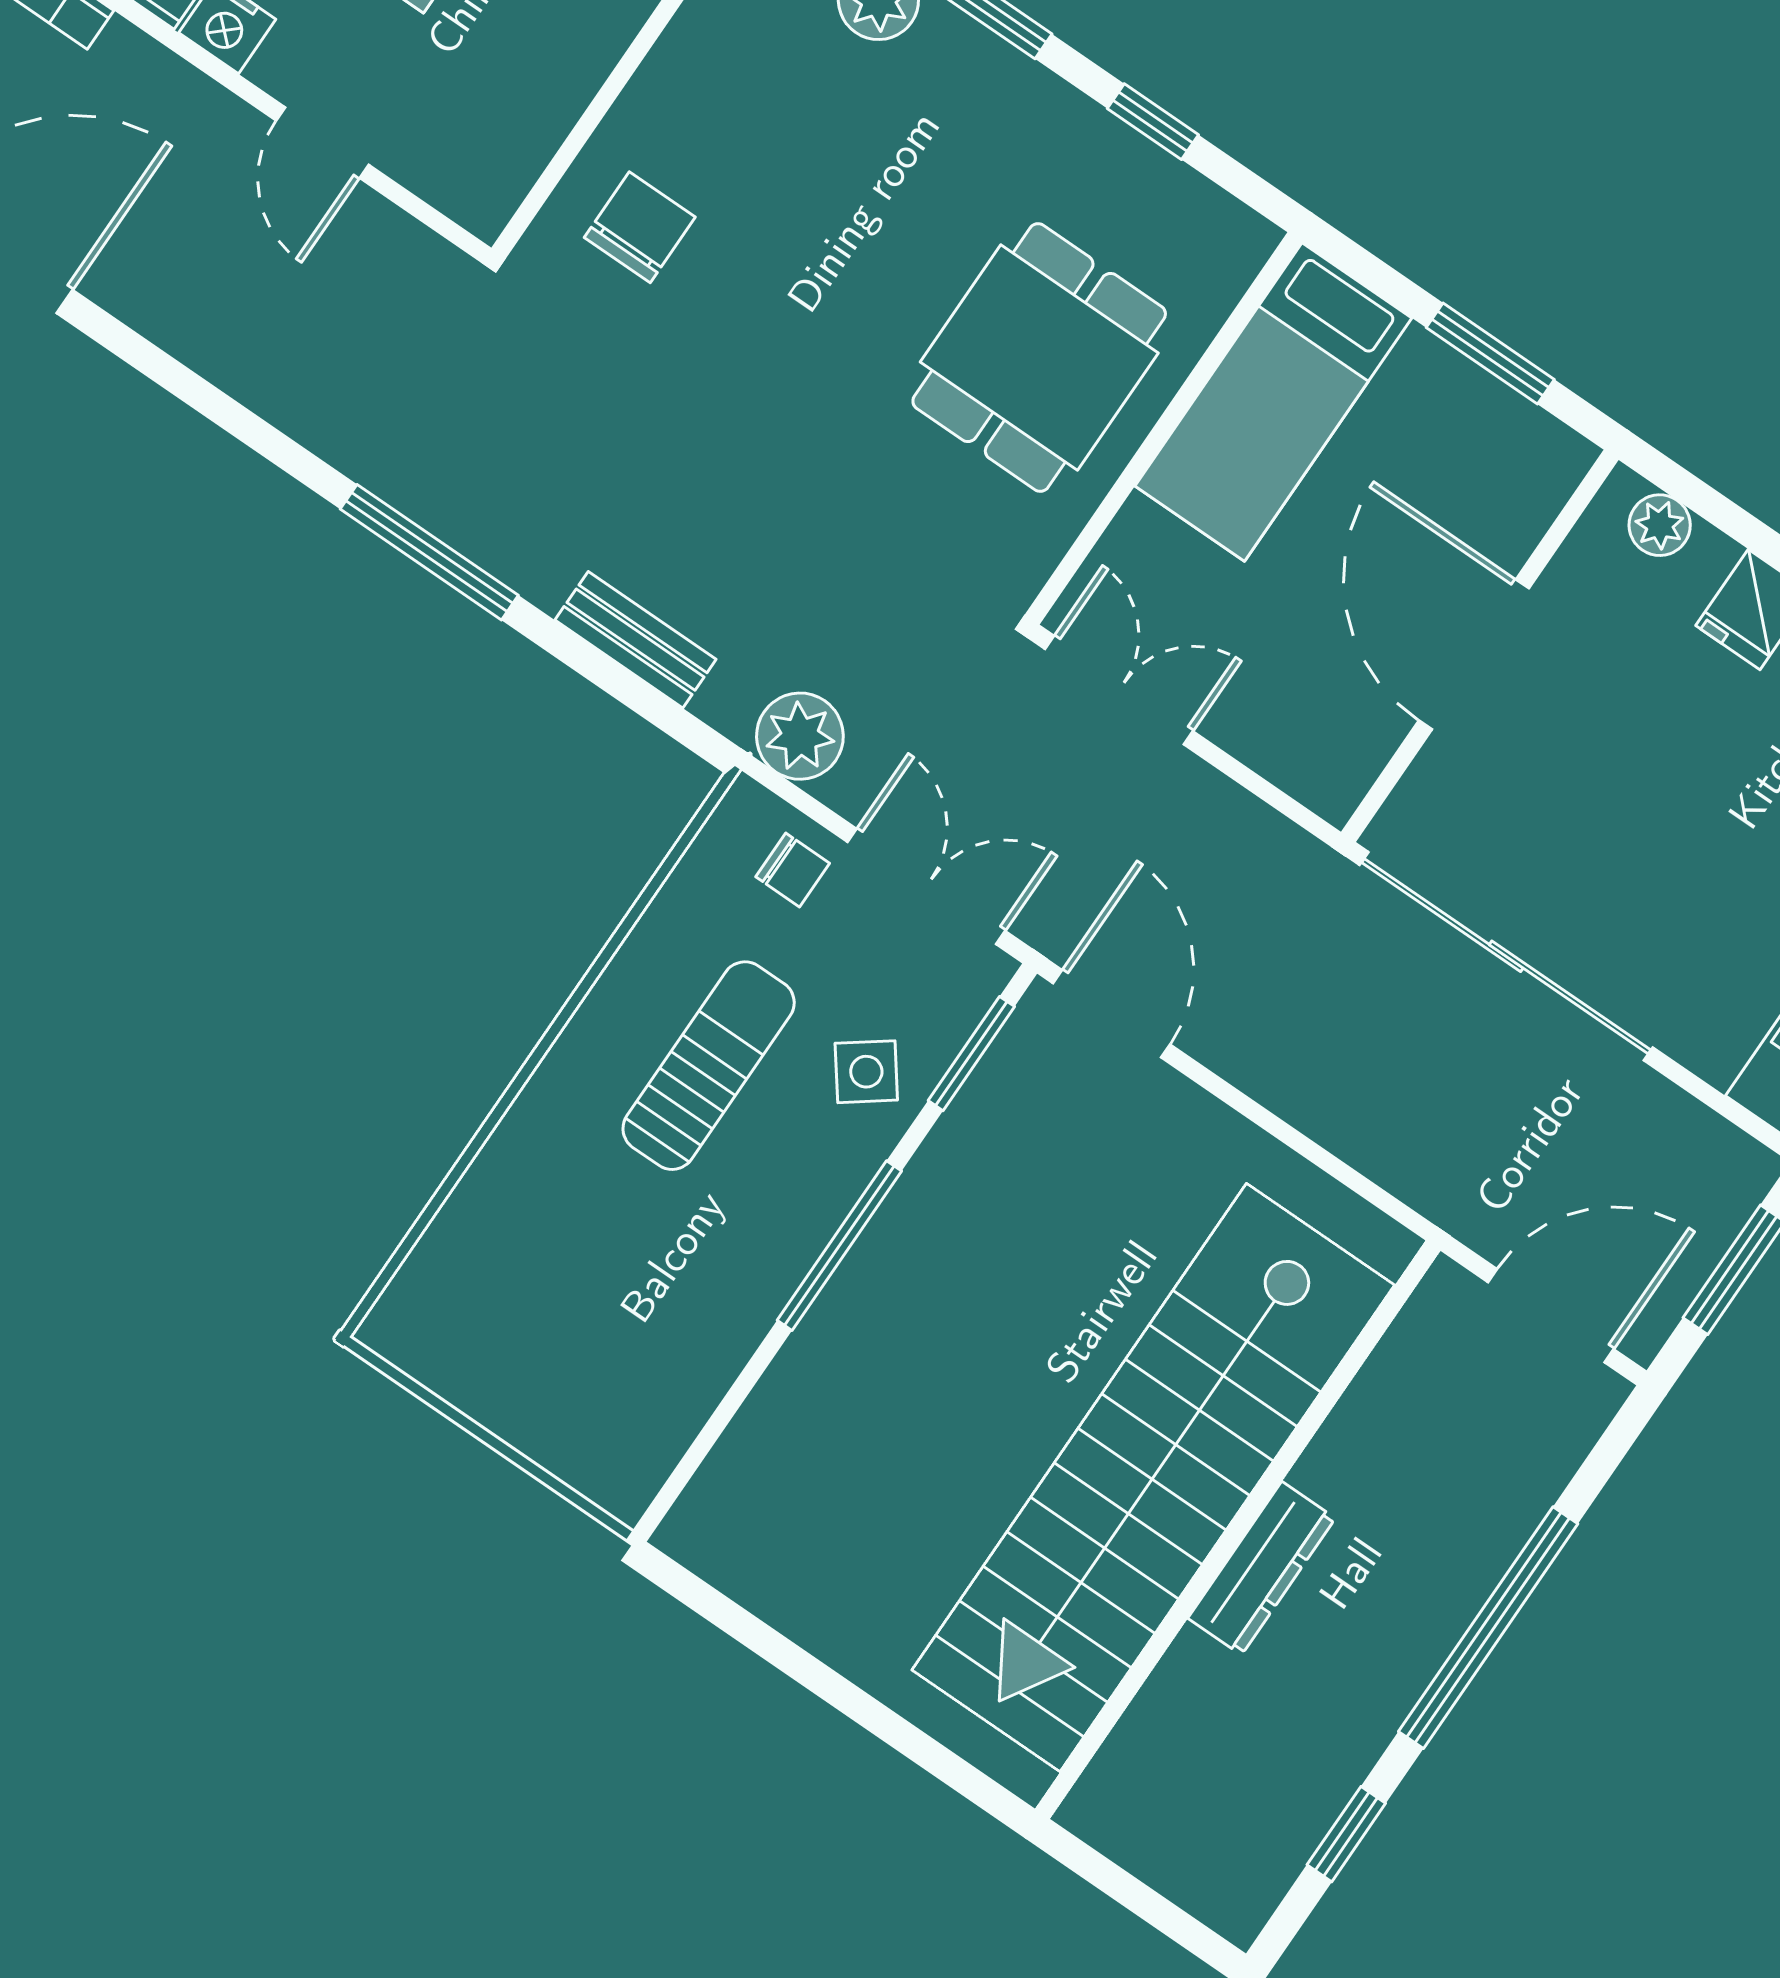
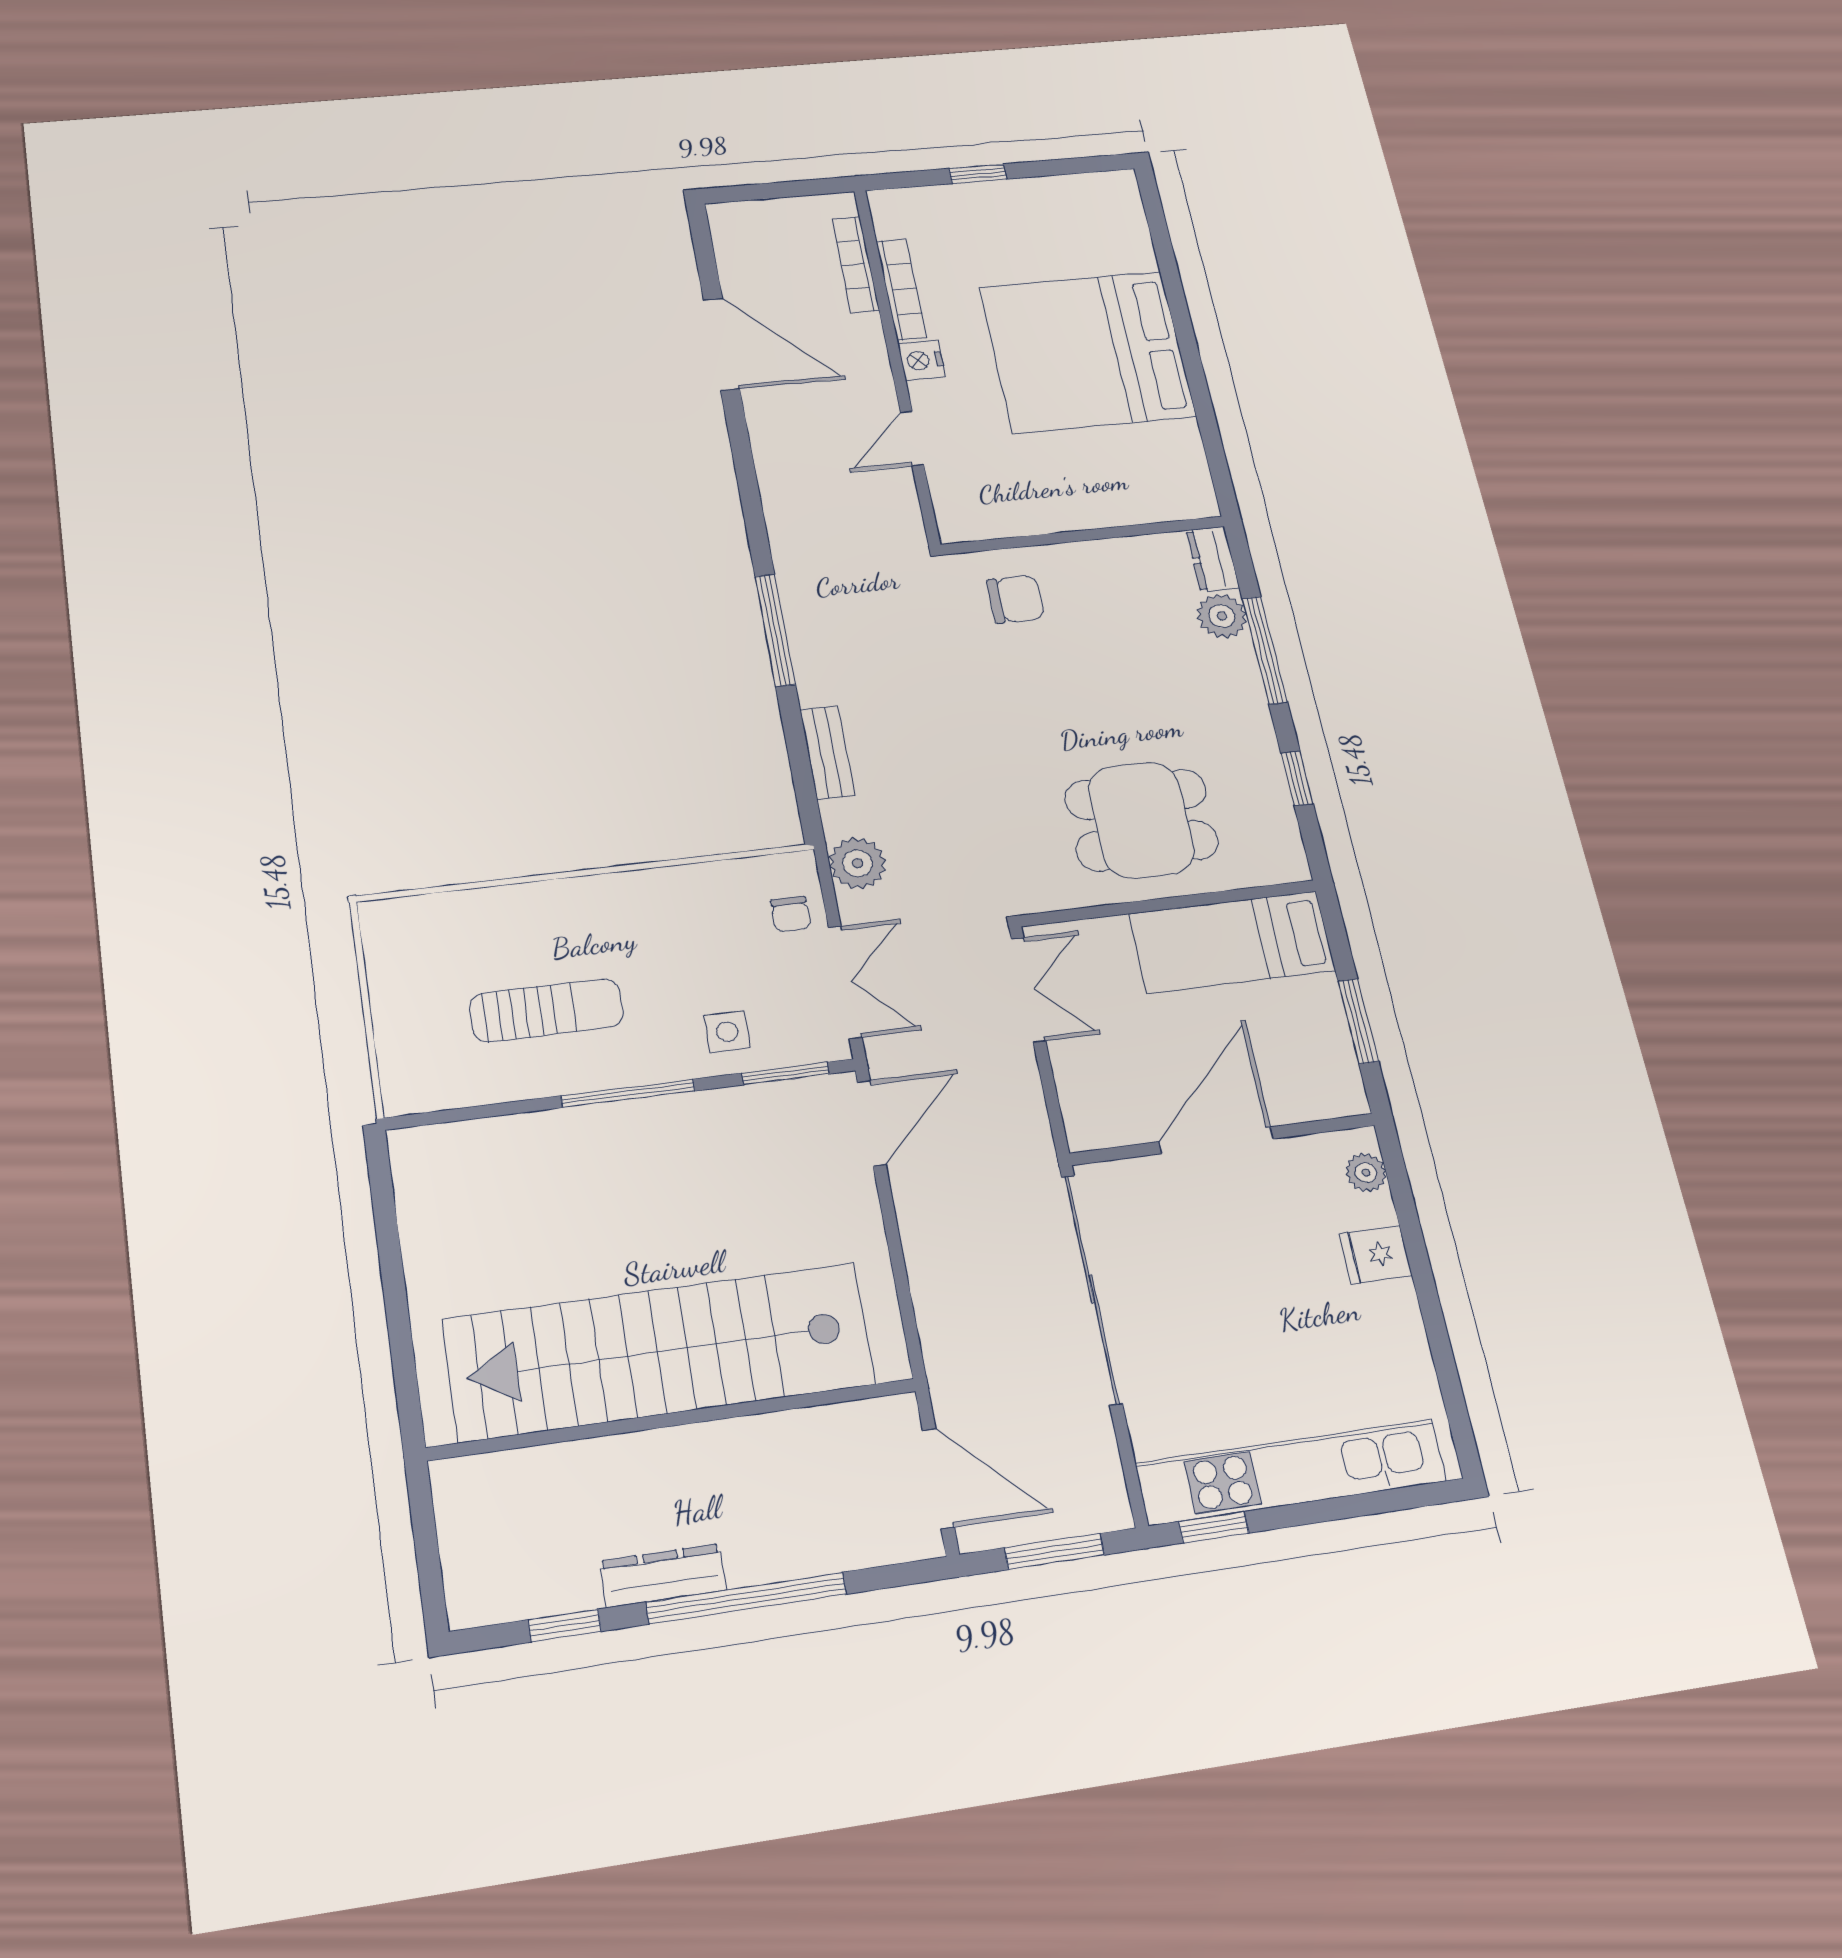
sun lounger: (709, 1066) -> (547, 1010), moved
side table: (866, 1072) -> (727, 1032), turned 37
dresser: (1262, 1568) -> (663, 1576), moved, turned 180

